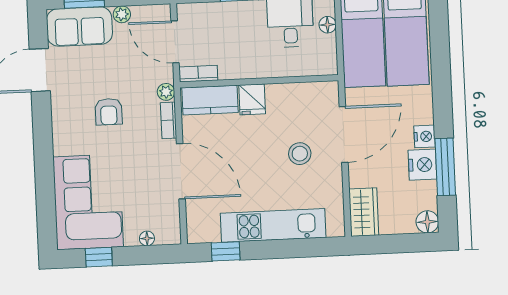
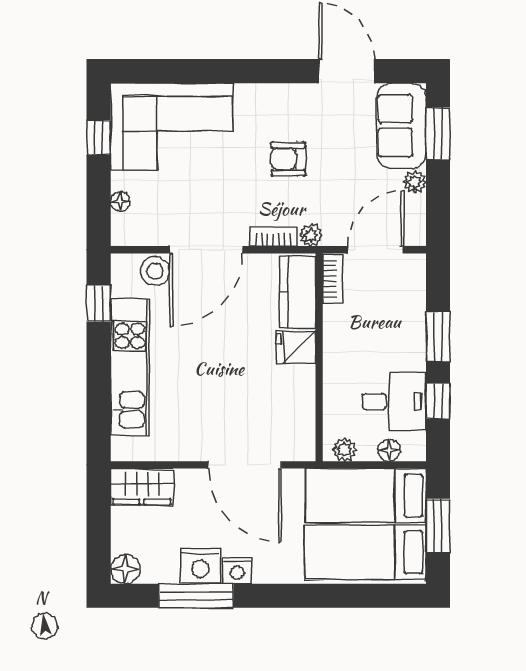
plant: (329, 59) -> (345, 450), added
stool: (300, 154) -> (155, 271), moved

